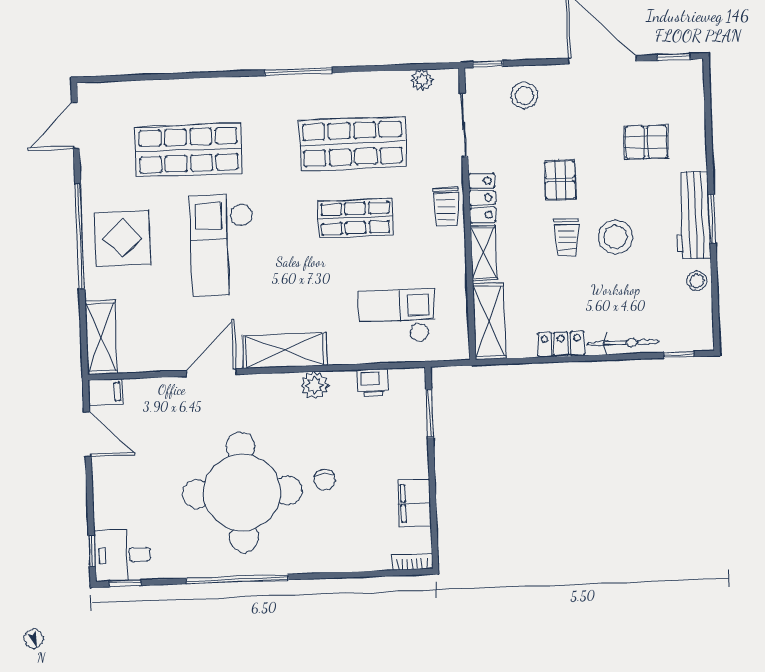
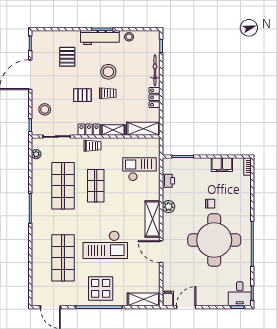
checkout: (397, 316) -> (140, 169), turned 90

